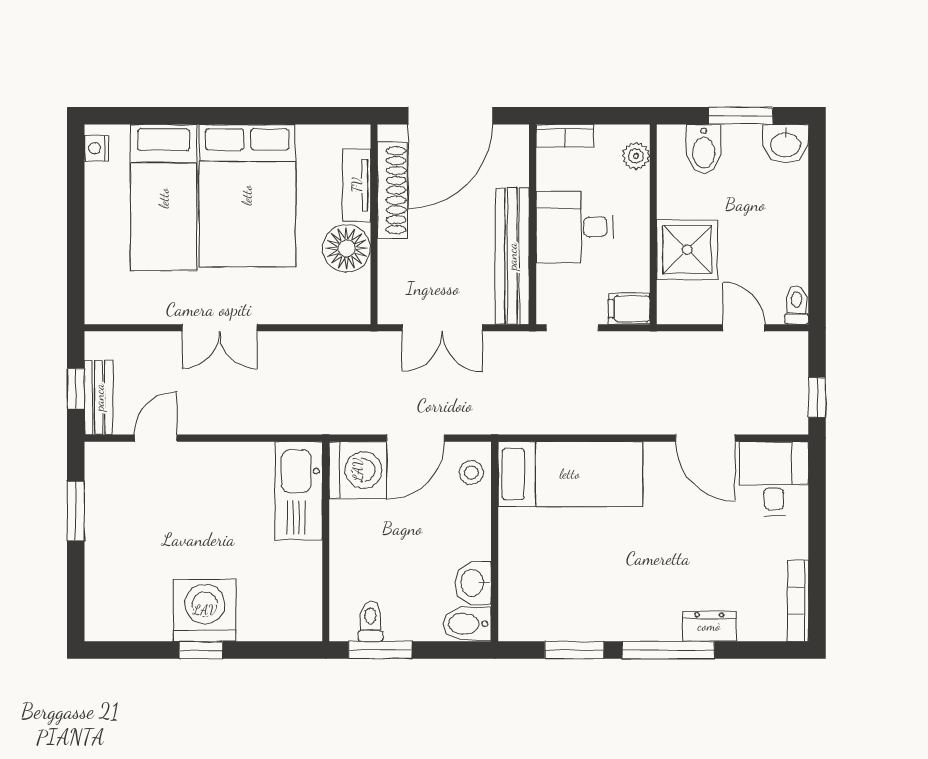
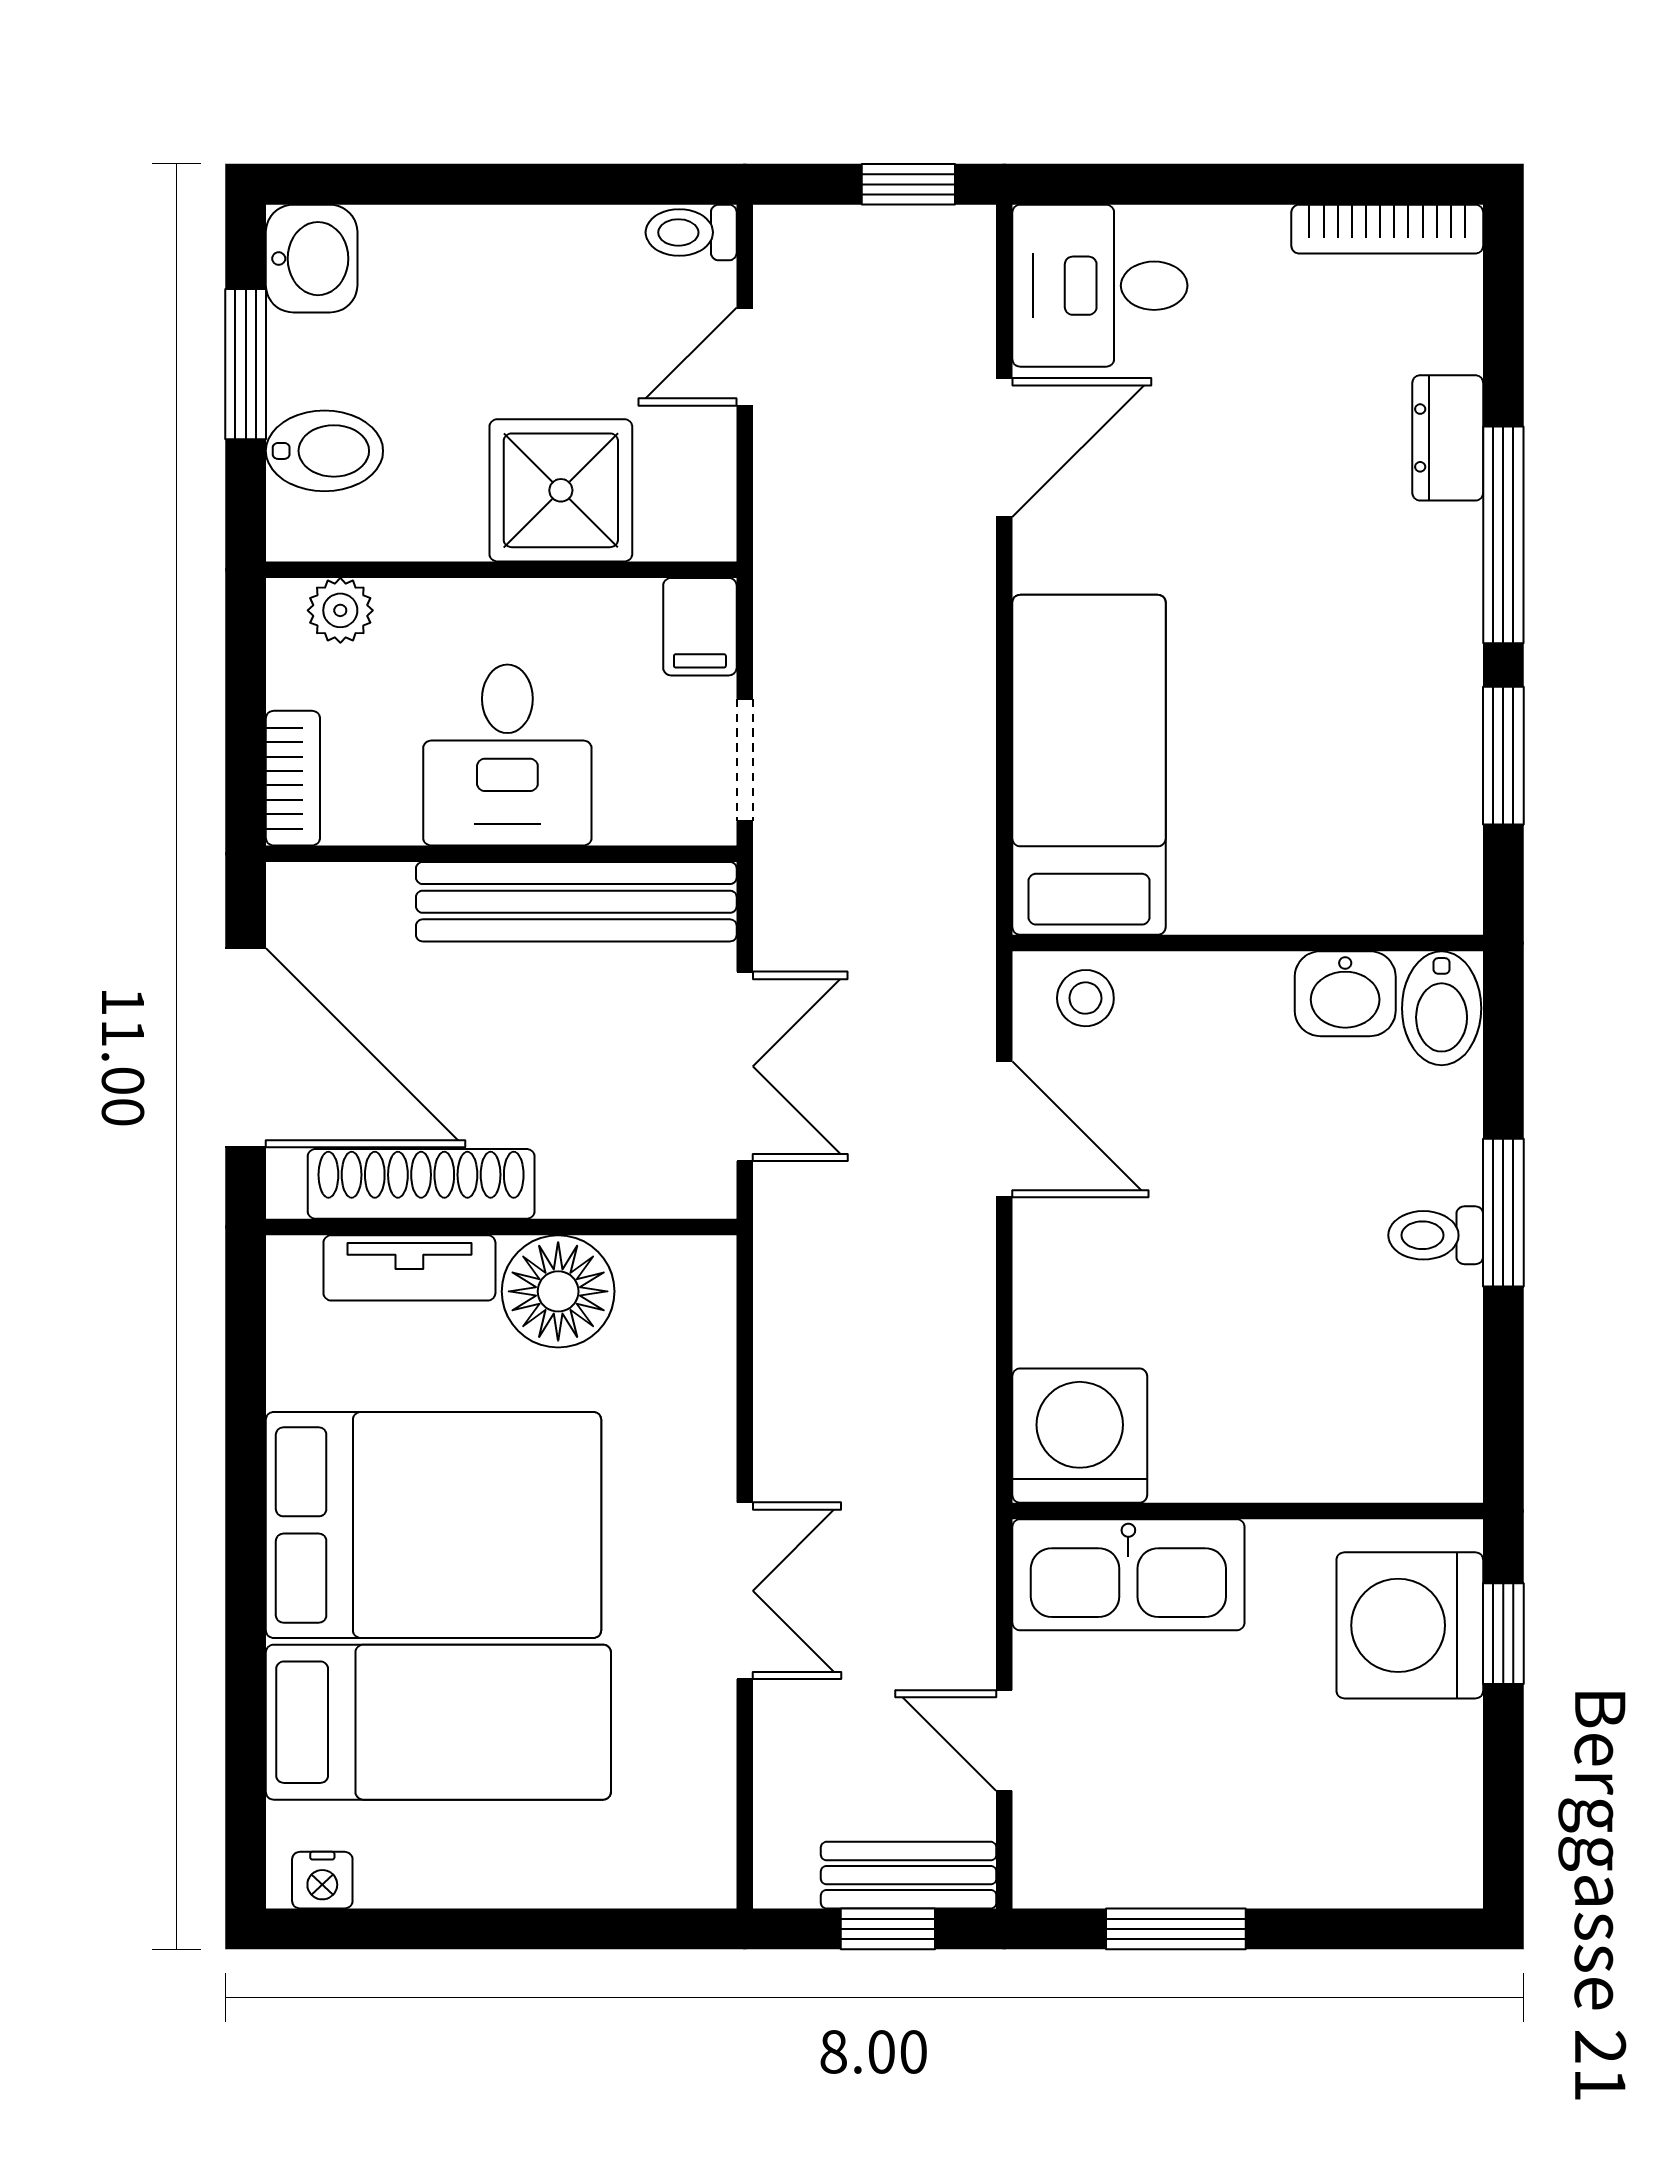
washing machine: (358, 470) -> (1080, 1436), moved
kitchen sink: (299, 491) -> (1128, 1575), moved
wall: (326, 541) -> (1248, 1511), moved

